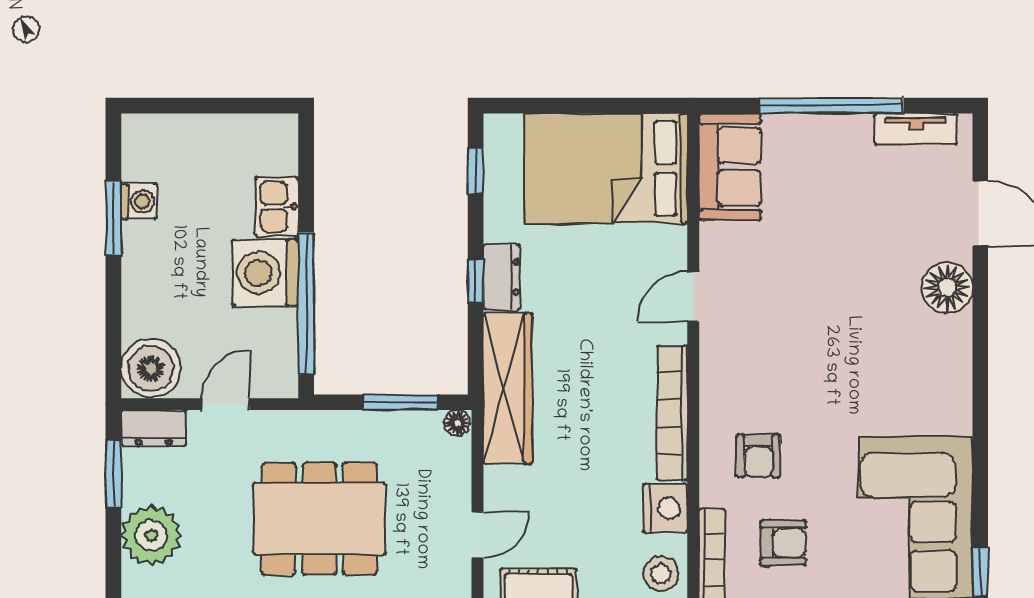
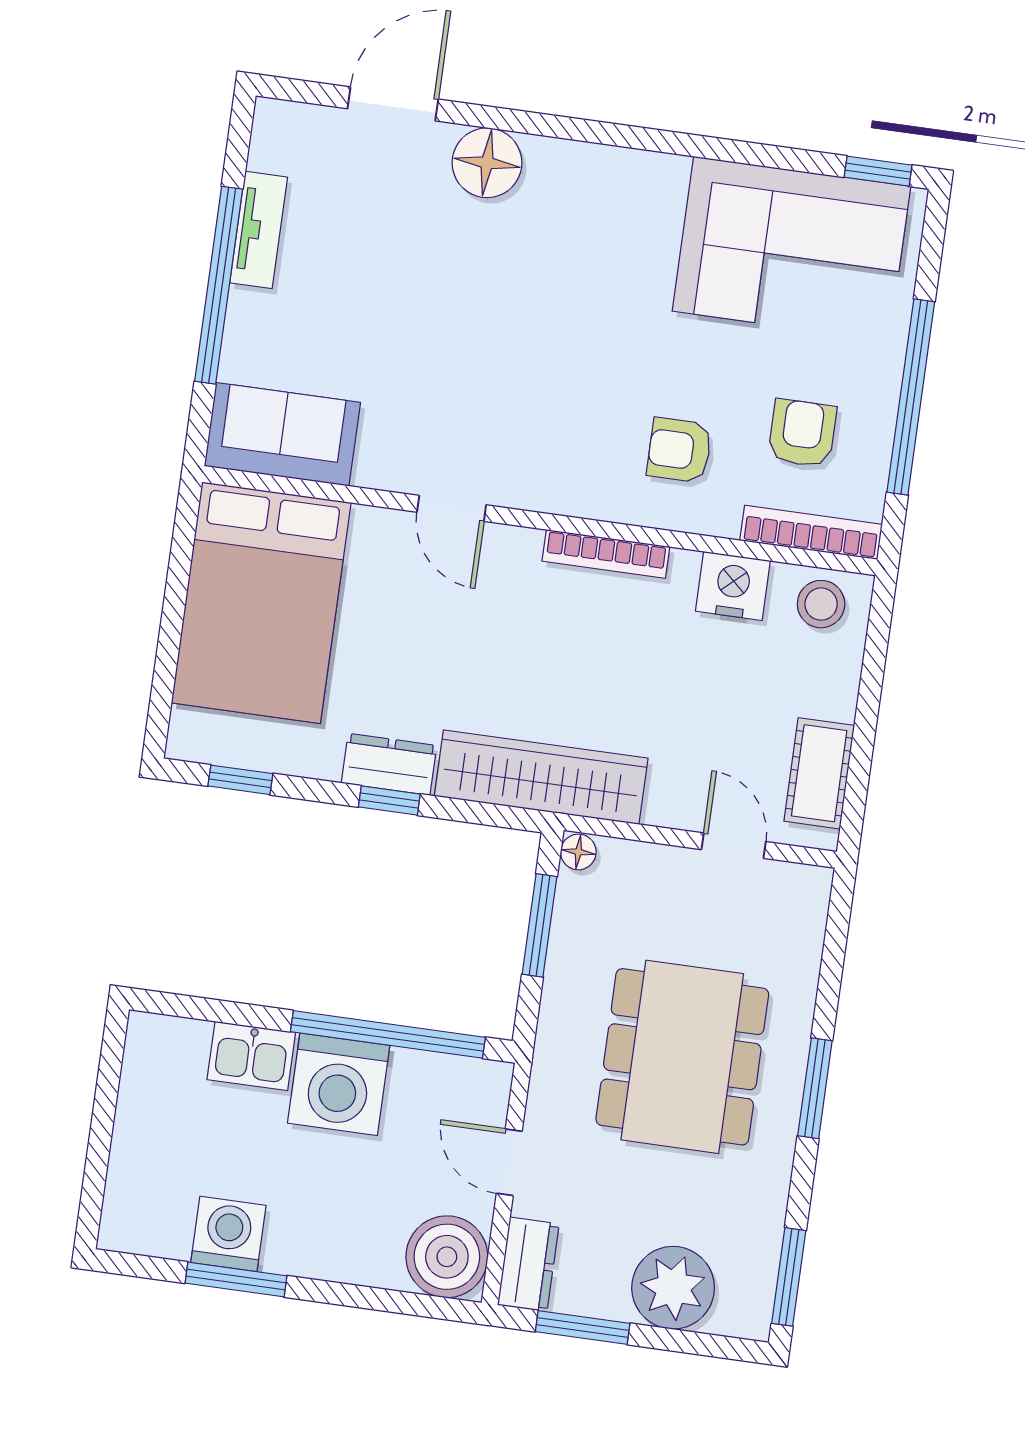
tv unit: (916, 129) -> (259, 230), moved
washing machine: (139, 201) -> (228, 1234), width x1.38, depth x1.38
bookcase: (672, 413) -> (606, 554), width x0.68, depth x0.76
armchair: (758, 456) -> (679, 450), turned 180

